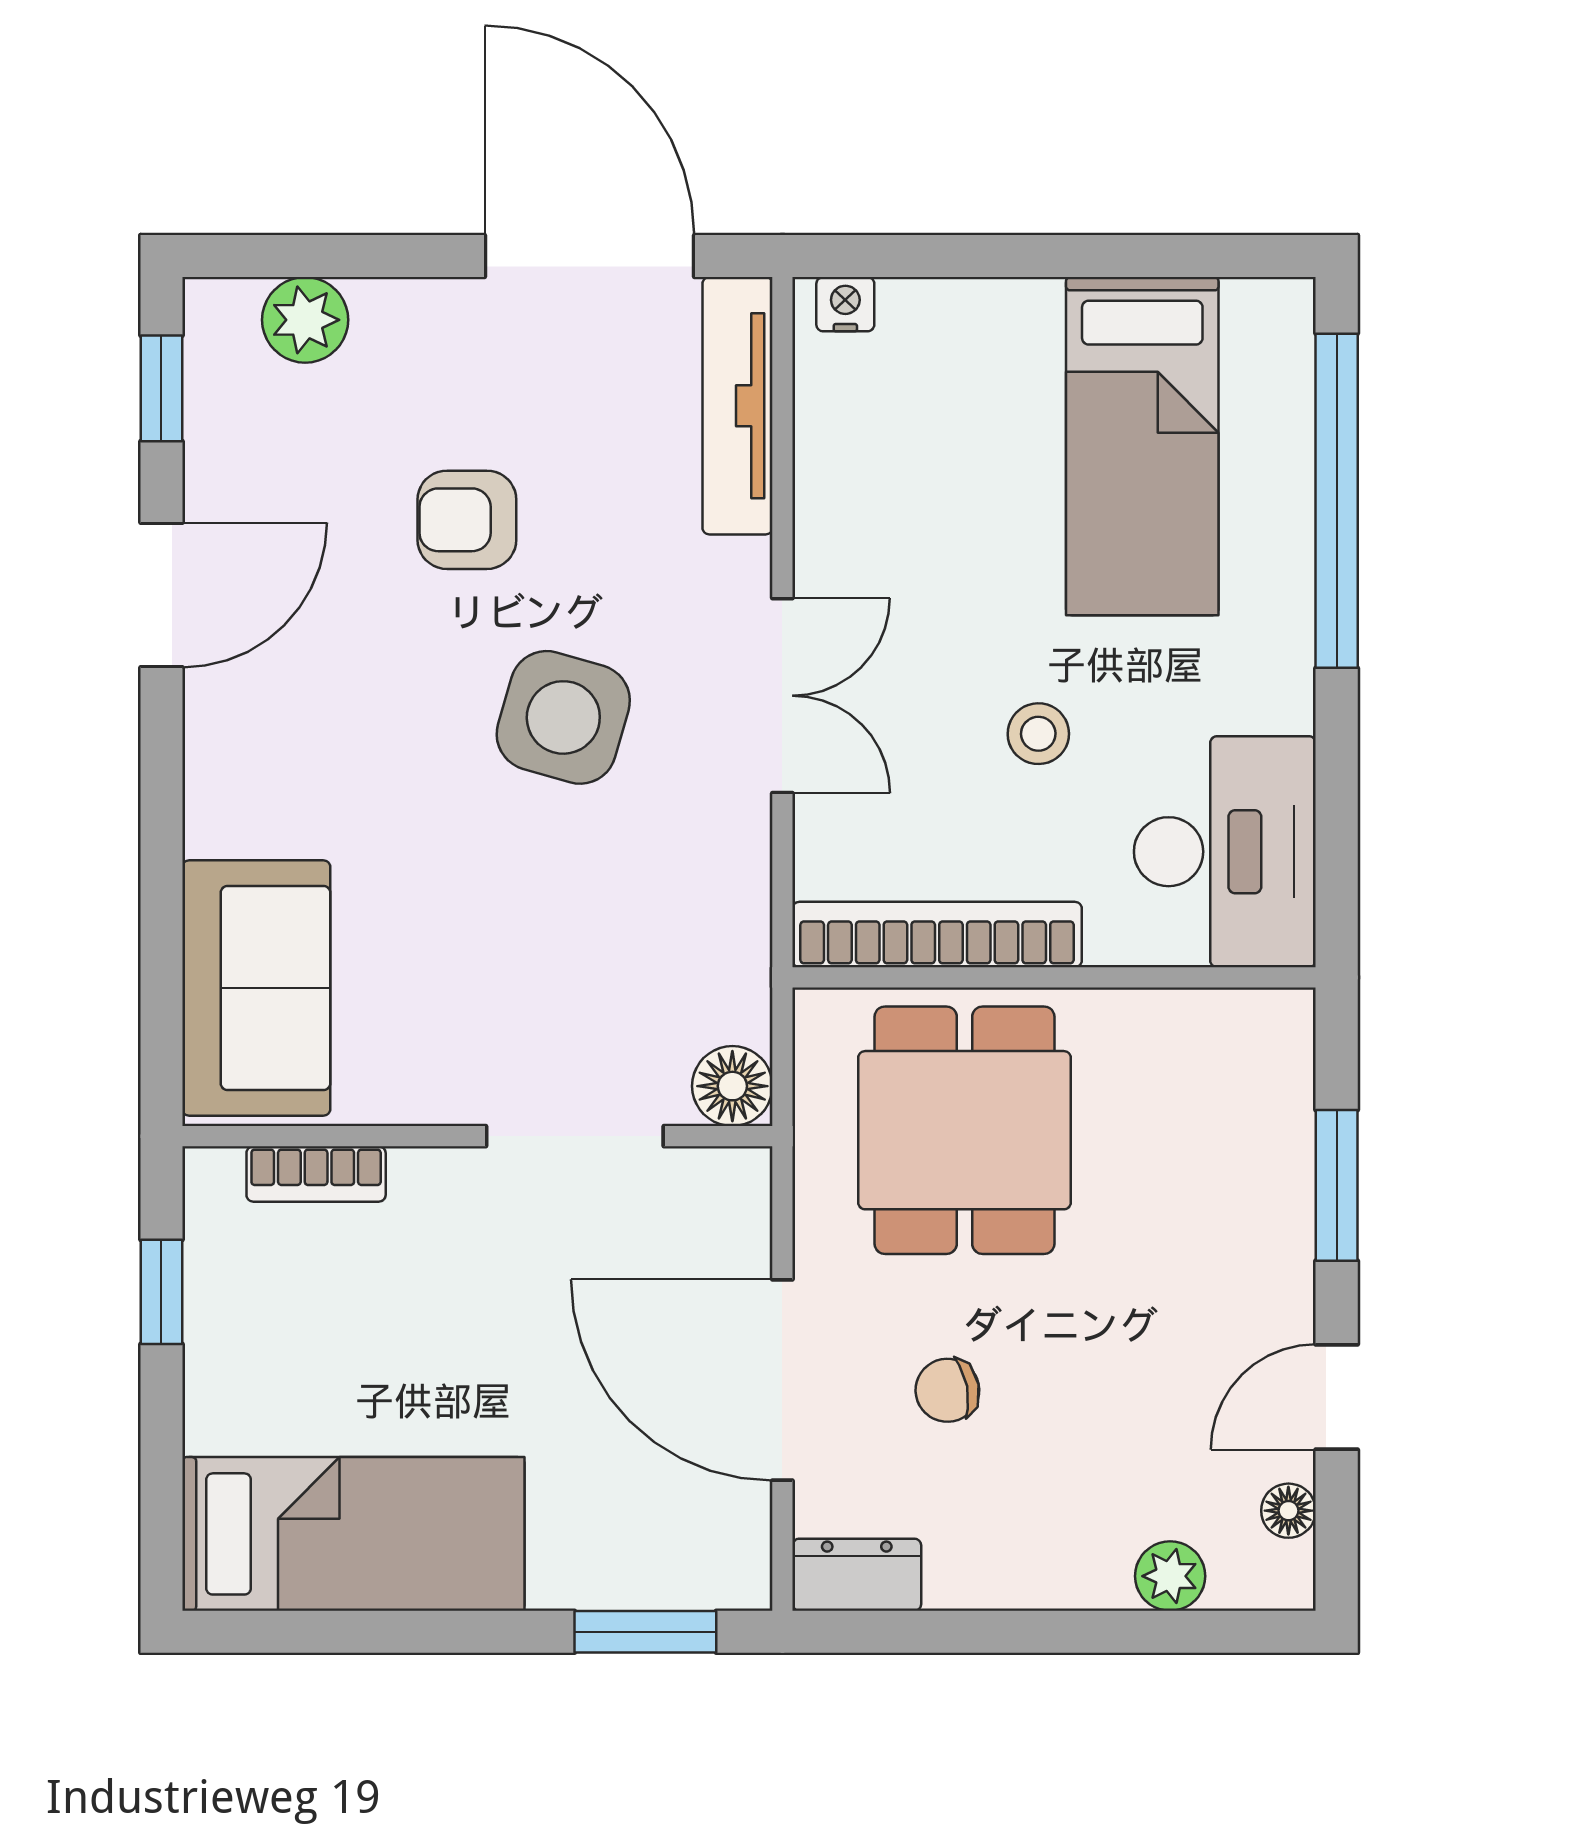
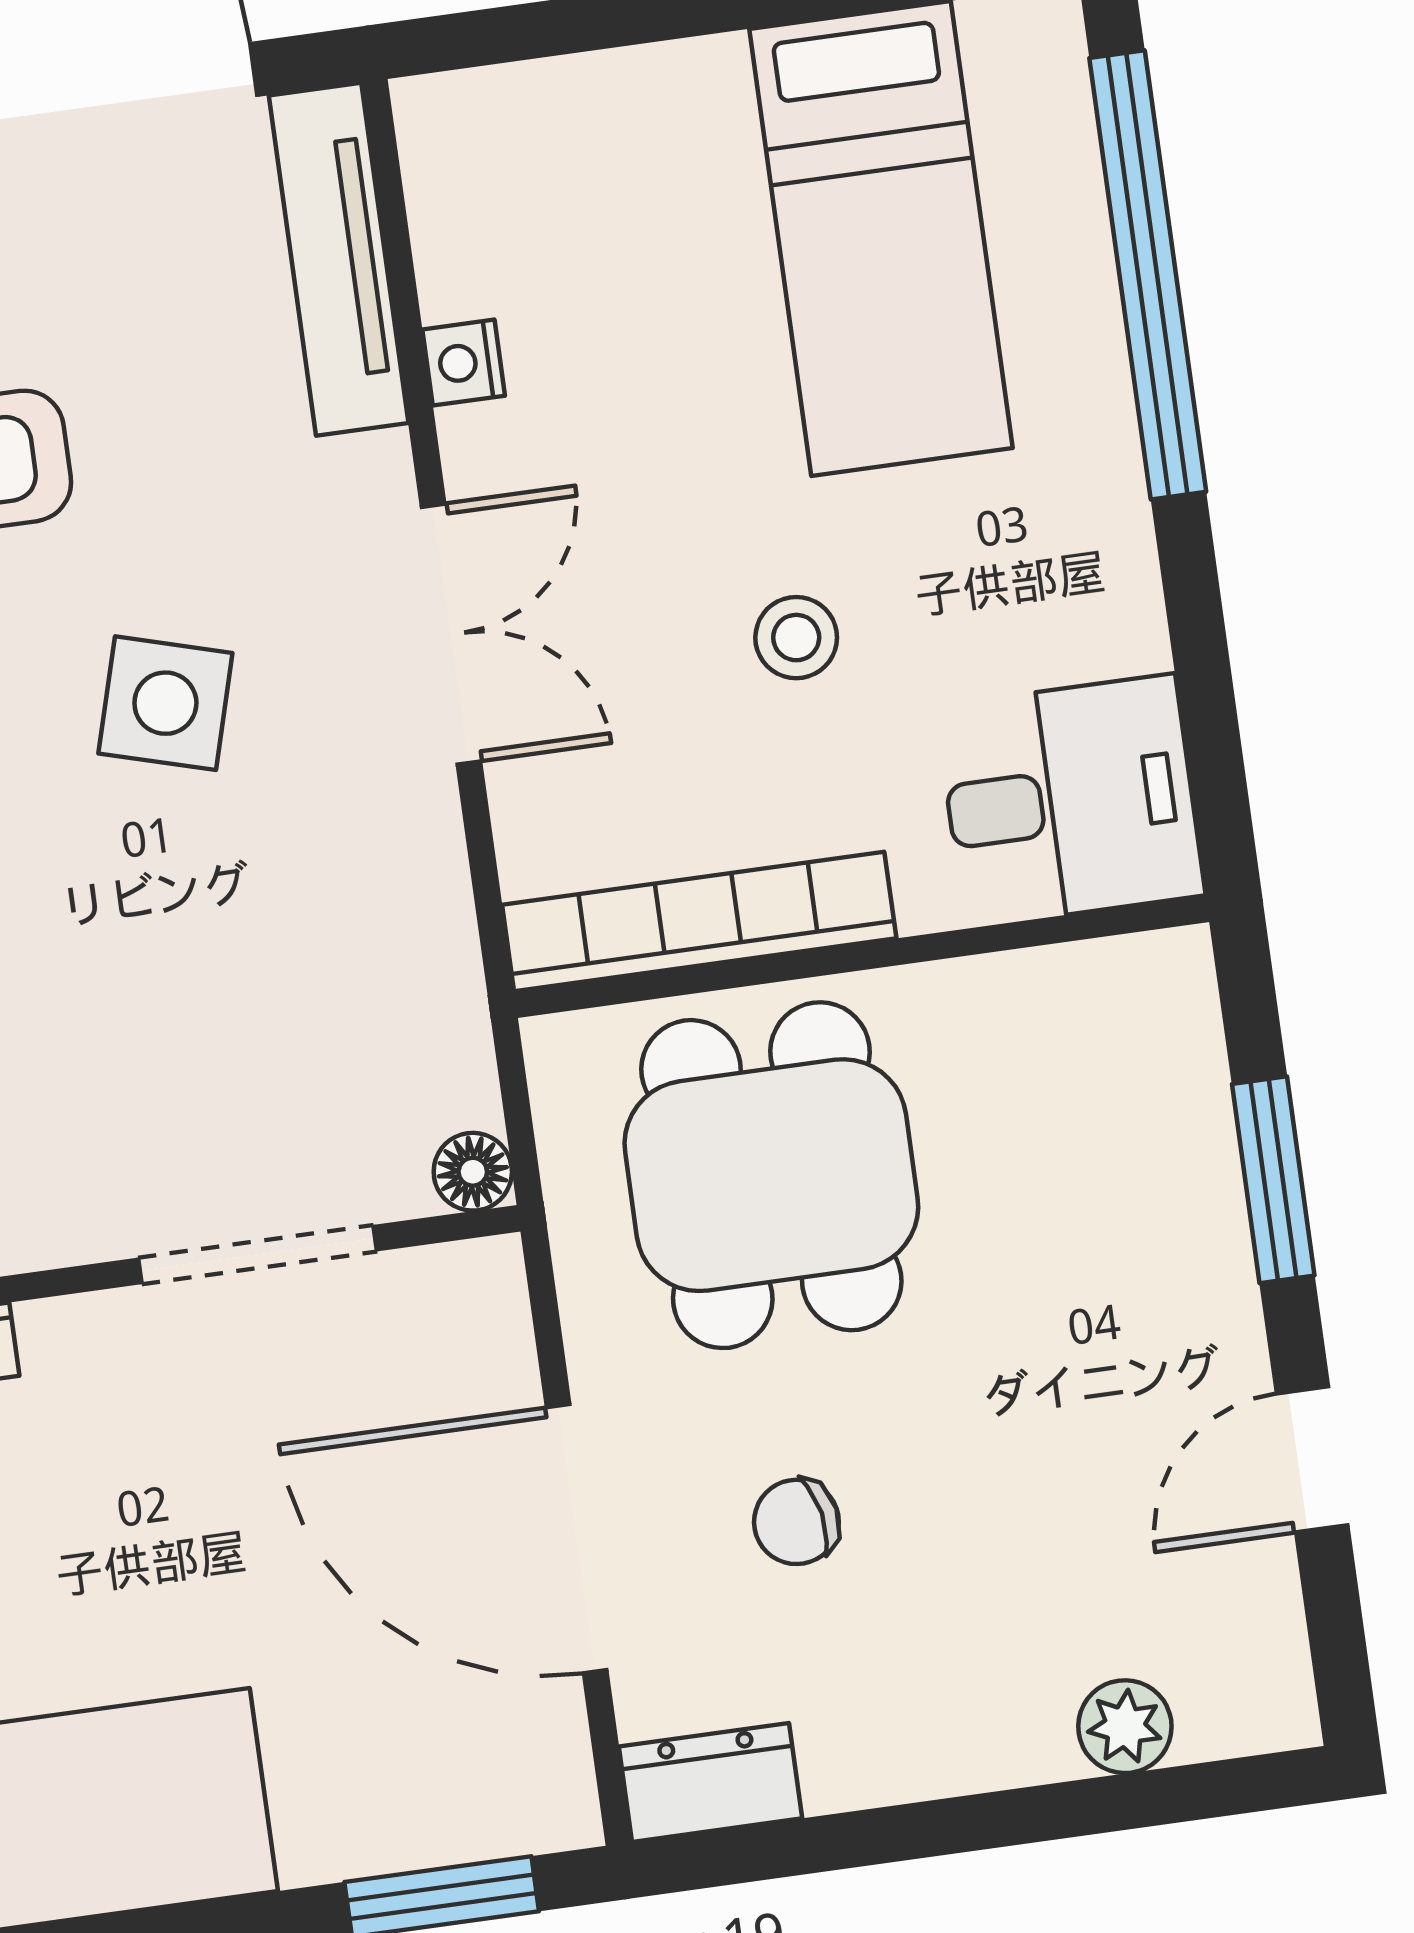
nightstand: (845, 304) -> (464, 363), moved, turned -90
side table: (563, 717) -> (165, 703), width x0.73, depth x0.73
desk: (1225, 852) -> (1070, 801), width x0.73
floor lamp: (732, 1086) -> (473, 1172), width x0.73, depth x0.73
floor lamp: (1288, 1511) -> (1269, 1619), removed

